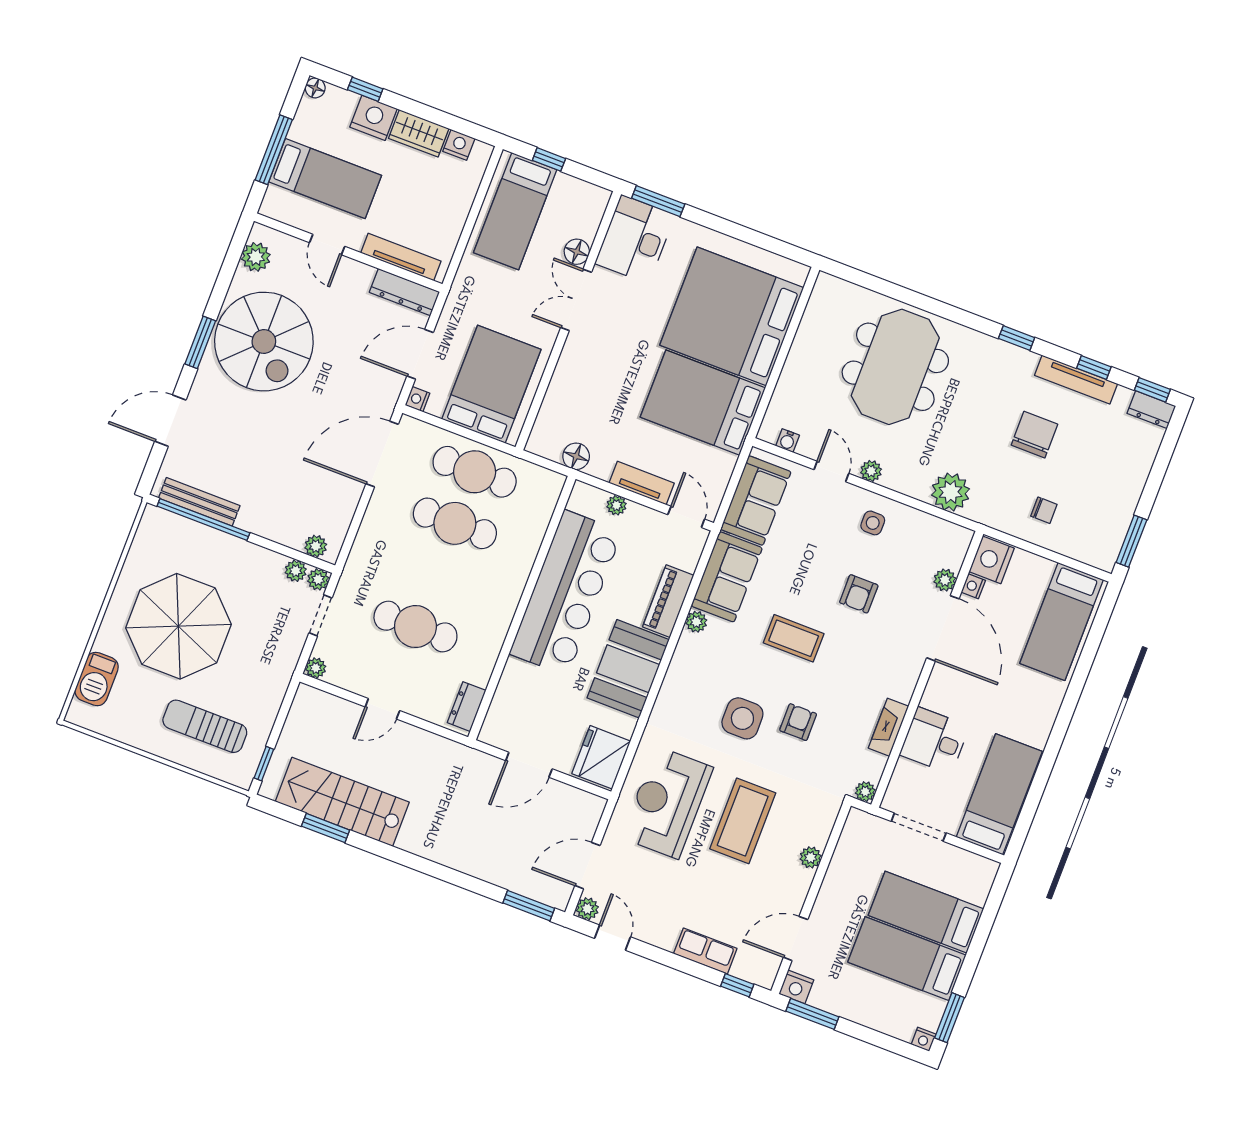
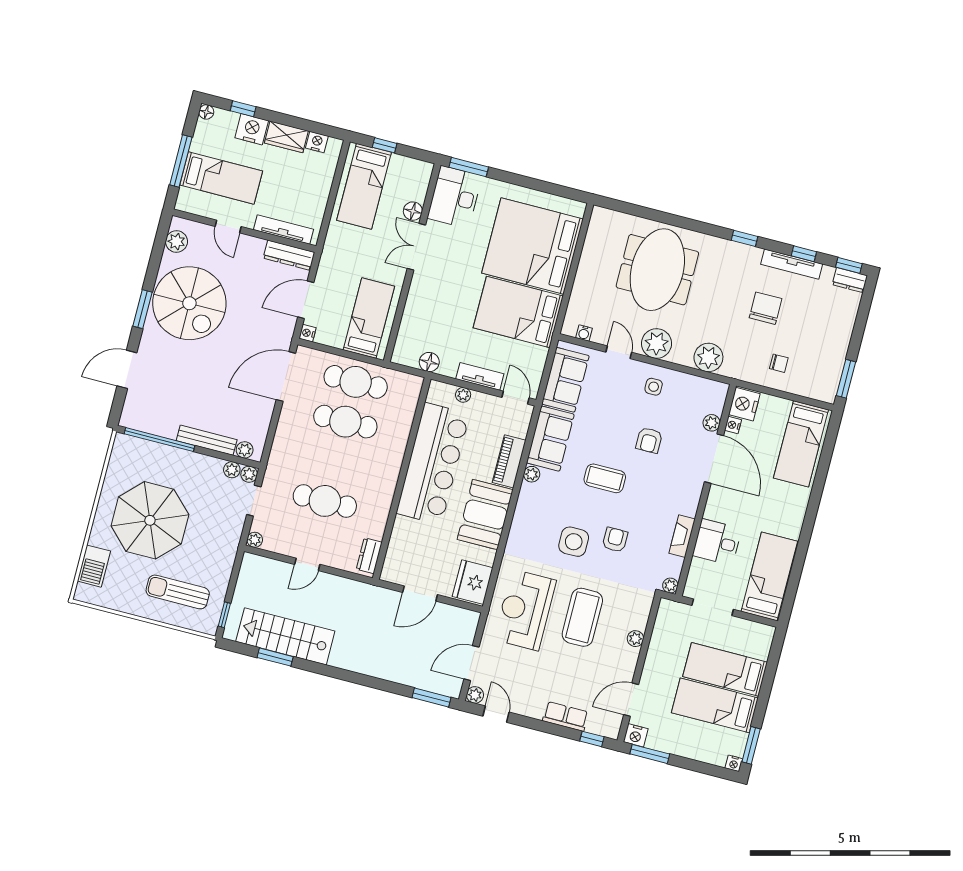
bed: (491, 384) -> (369, 318), width x0.67
plant: (871, 471) -> (657, 343), width x1.87, depth x1.87
bench: (199, 502) -> (207, 440), moved

